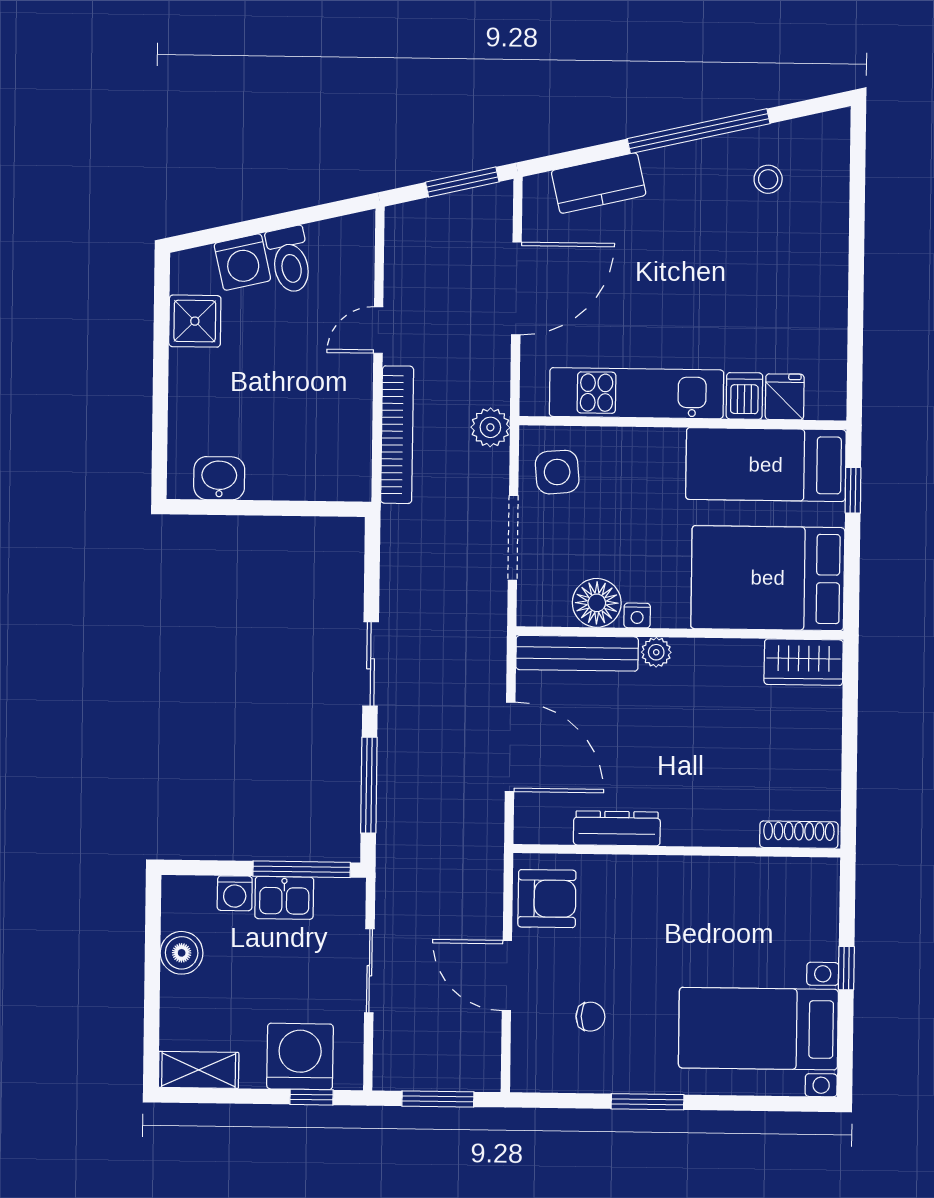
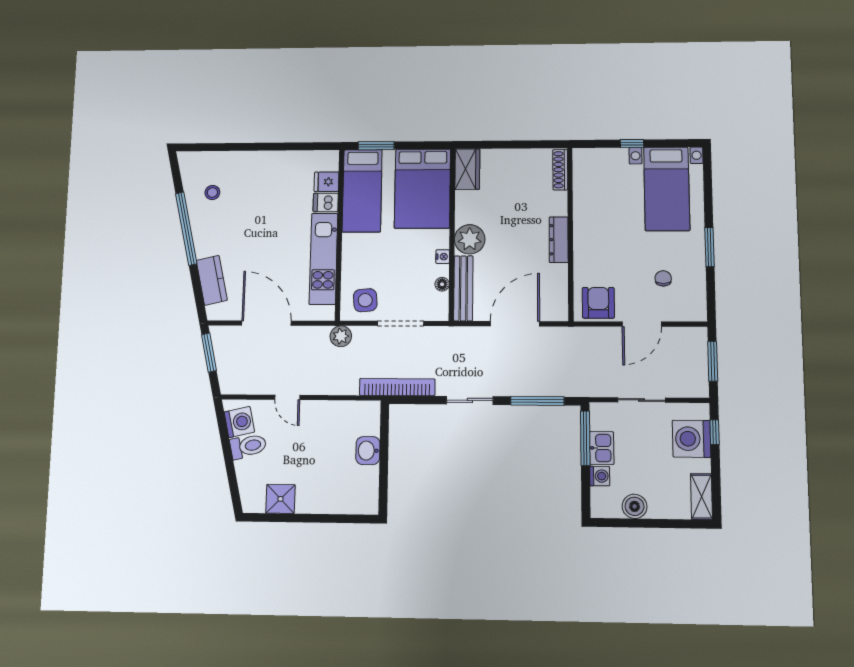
washing machine: (242, 262) -> (239, 422), moved
bookcase: (397, 435) -> (397, 387), moved
washbasin: (219, 478) -> (368, 451), moved
window: (853, 490) -> (376, 146), width x1.50
floor lamp: (597, 603) -> (442, 284), width x0.53, depth x0.53
plant: (656, 652) -> (470, 239), width x1.87, depth x1.87
dresser: (617, 828) -> (559, 240), moved

